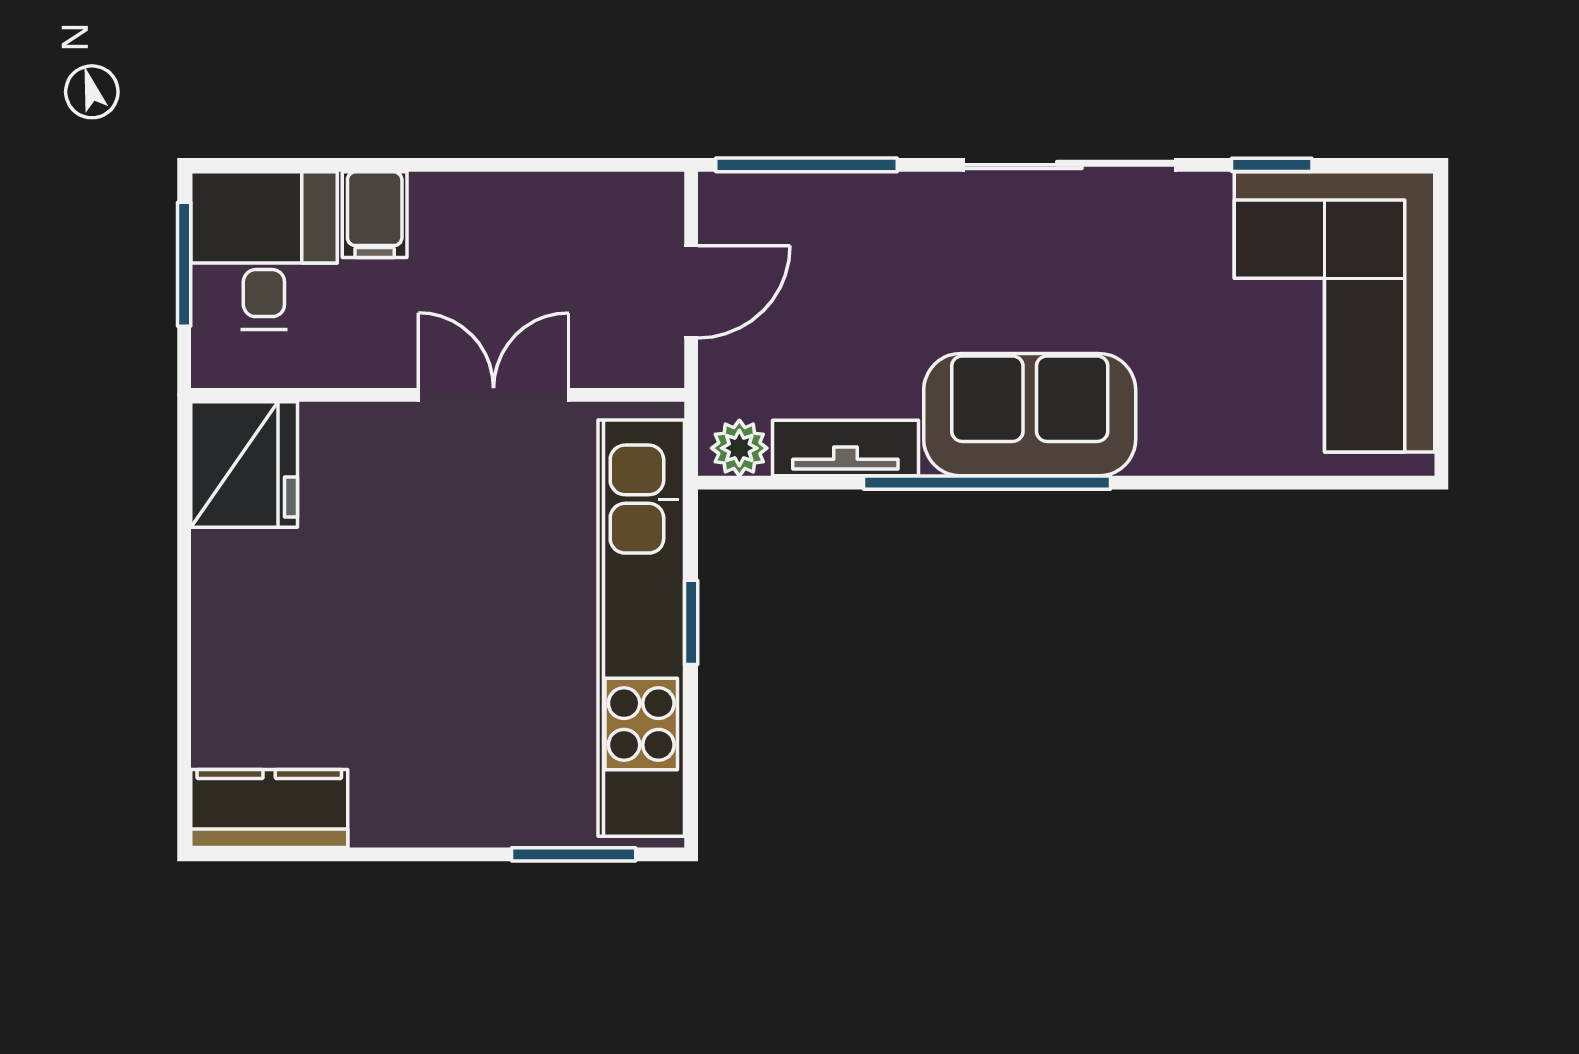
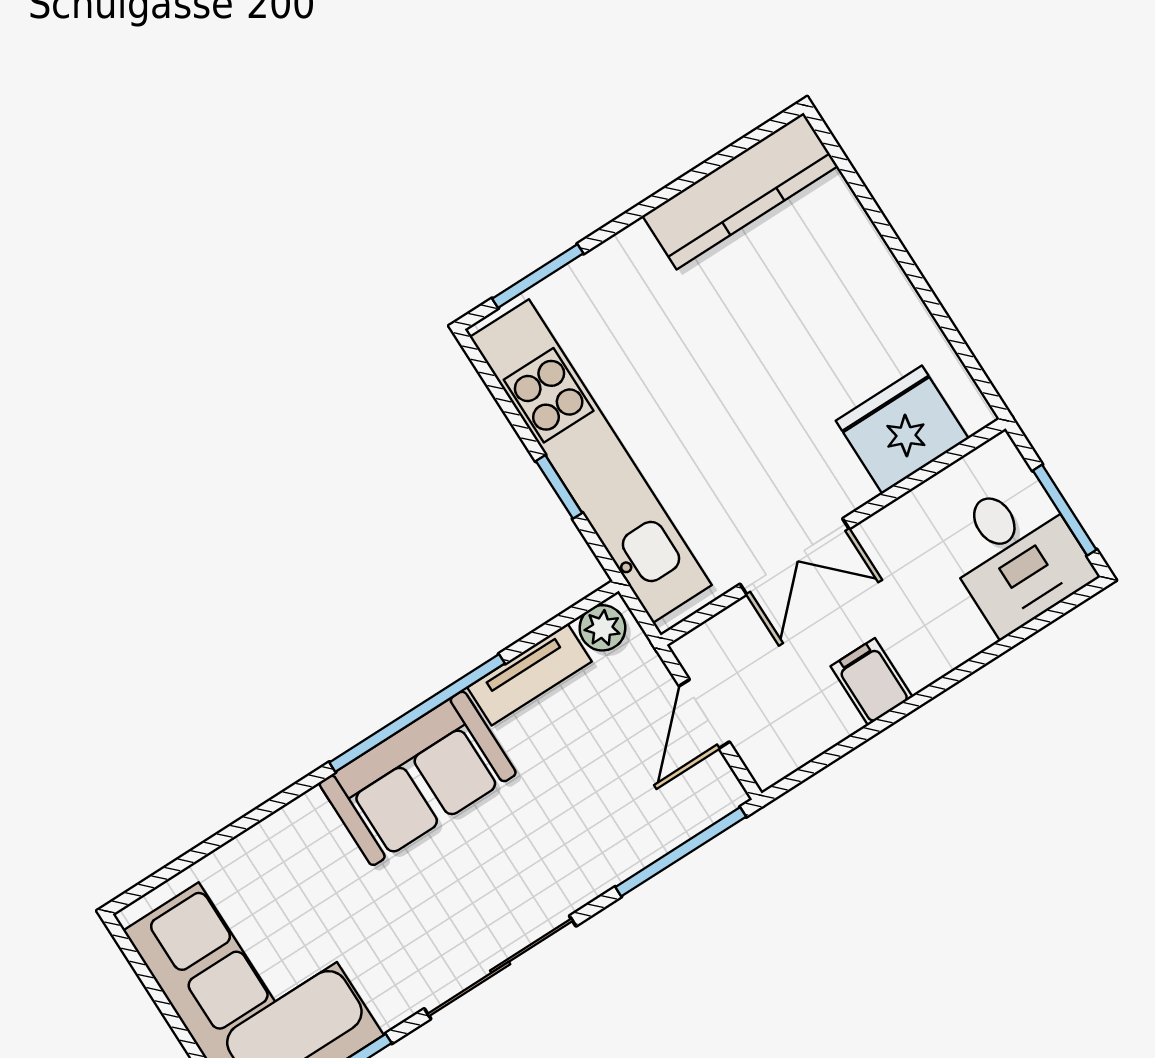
filing cabinet: (375, 215) -> (872, 682), moved
fridge: (244, 464) -> (902, 430), moved, turned 90
kitchen counter: (269, 809) -> (740, 191), width x1.50

